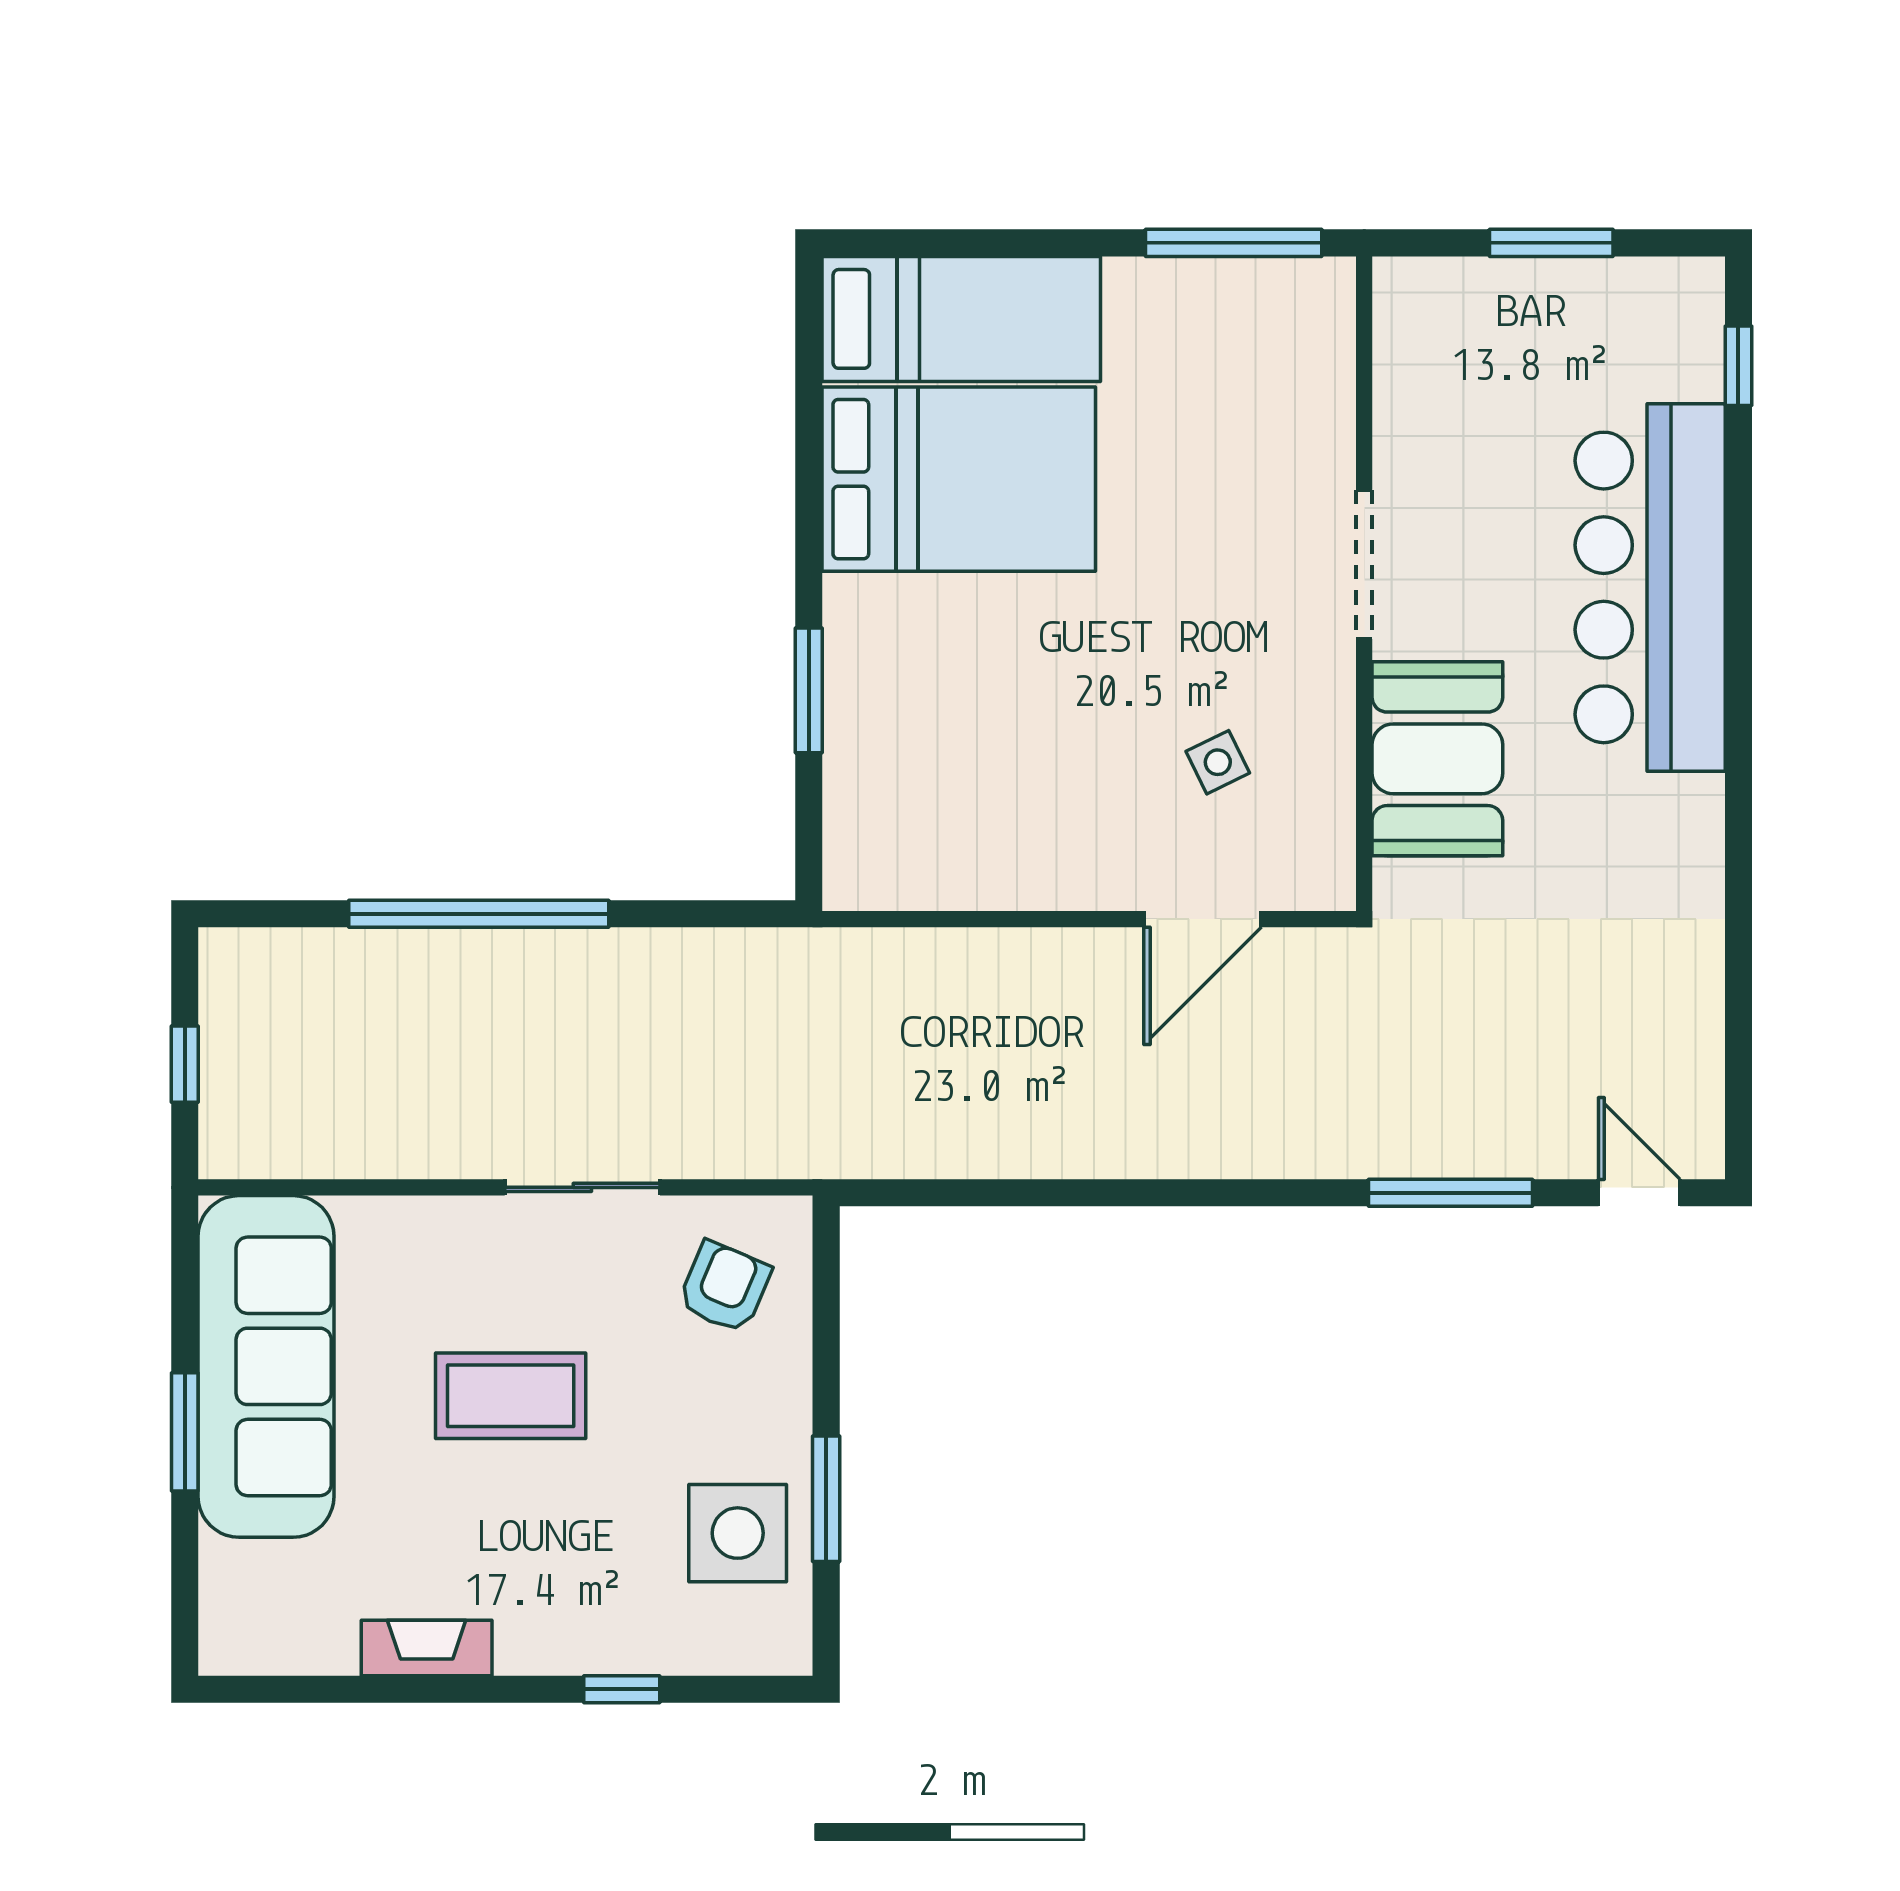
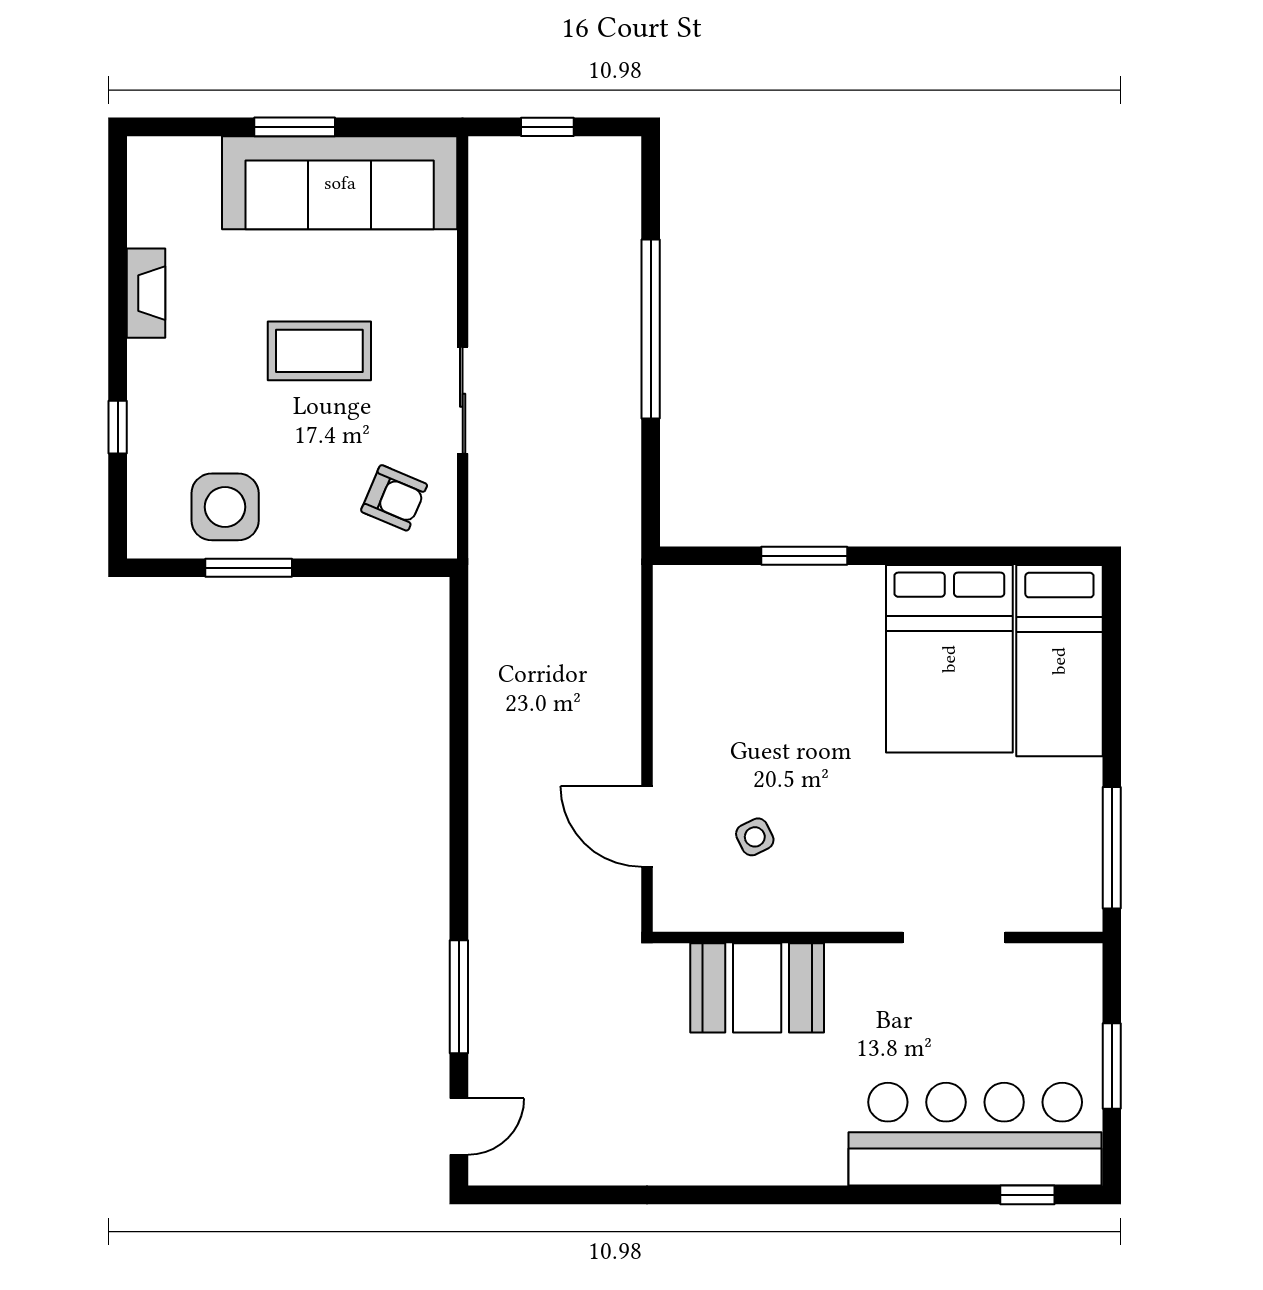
doorway: (1364, 564) -> (954, 938), moved
bar counter: (1650, 587) -> (975, 1134), moved
coffee table: (511, 1396) -> (319, 351), turned 90

